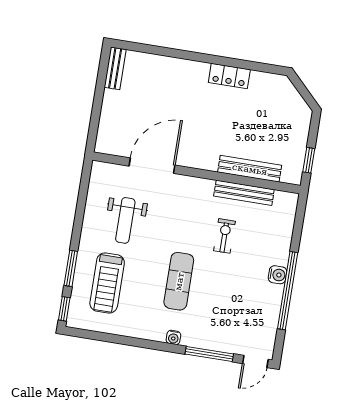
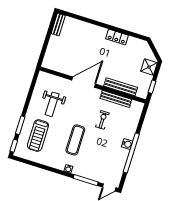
shower: (298, 124) -> (149, 67), added
door: (152, 166) -> (84, 82), moved

